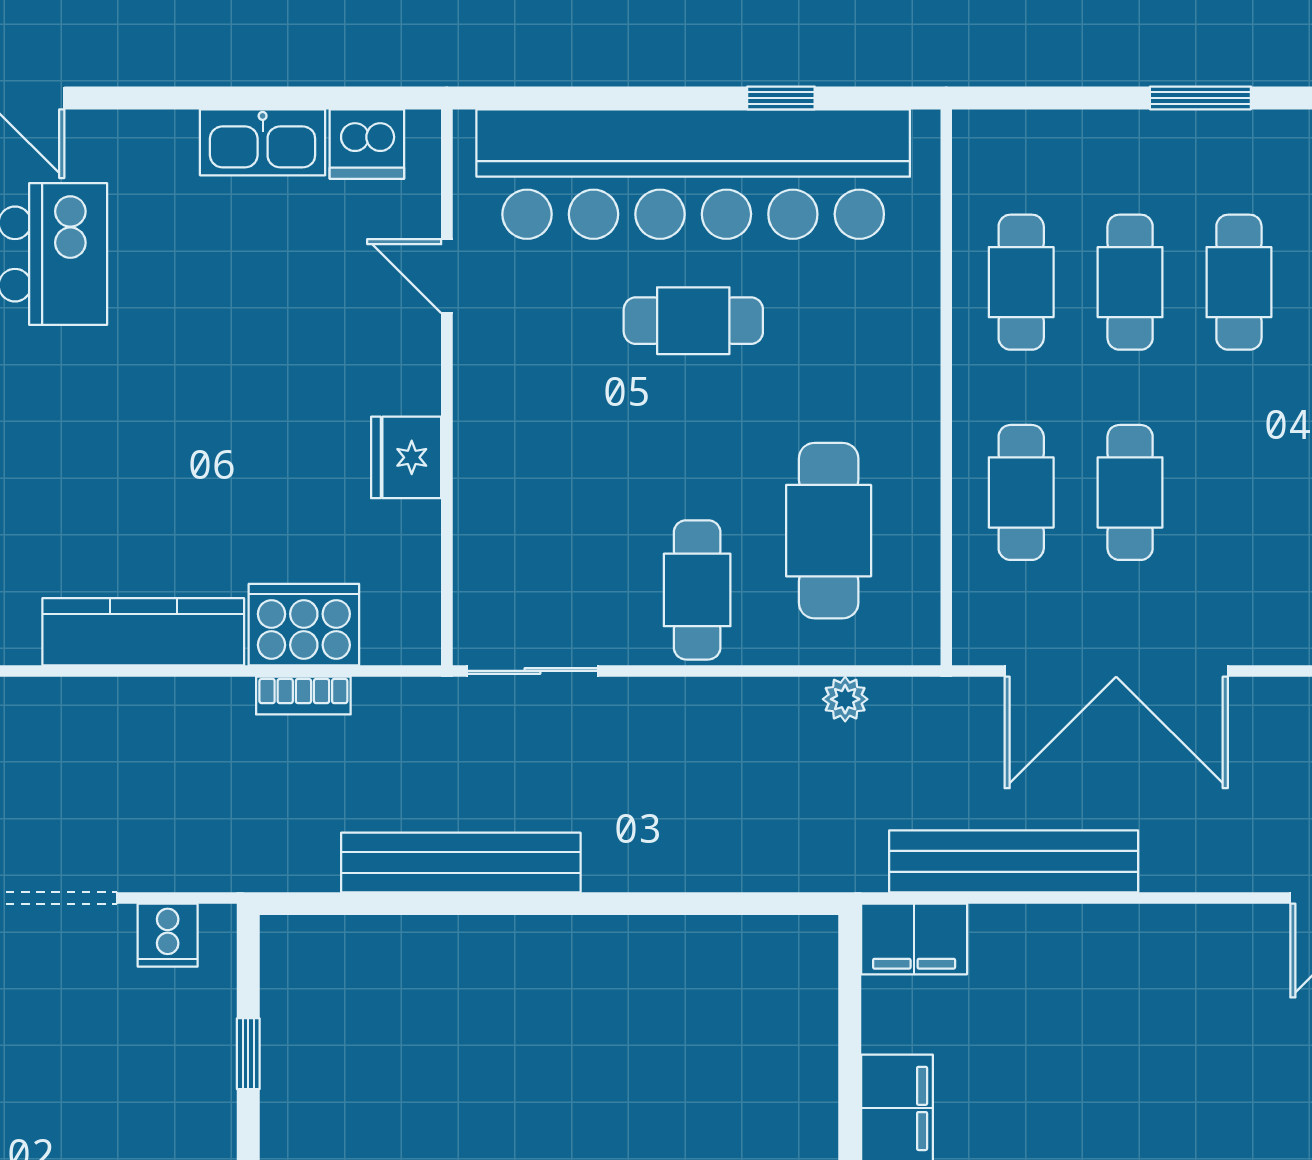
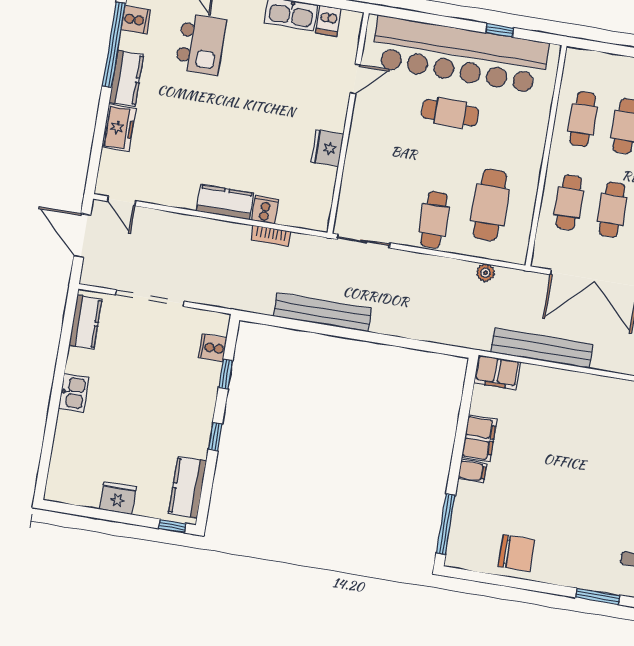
dishwasher: (367, 144) -> (328, 21), width x0.73
door: (447, 276) -> (355, 79), swing flipped
cooker: (304, 625) -> (265, 210), width x0.53, depth x0.76
kitchen counter: (143, 632) -> (225, 202), width x0.67
cooker: (168, 935) -> (213, 348), moved, turned 90

